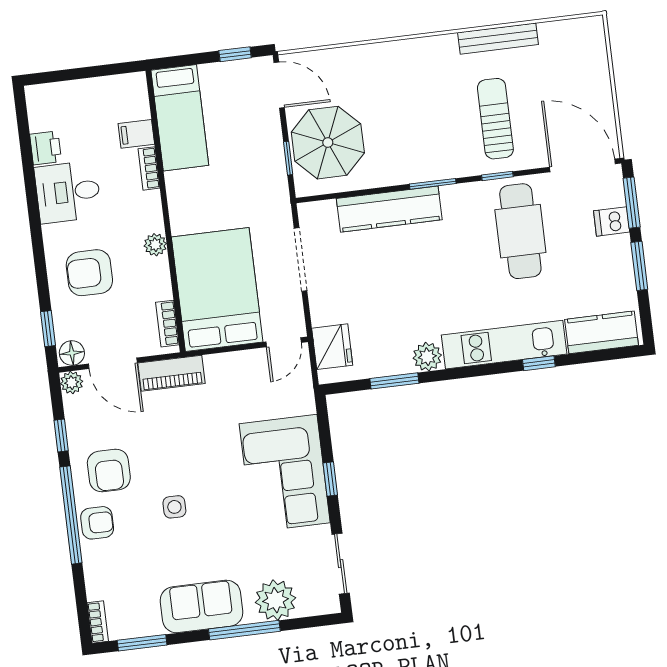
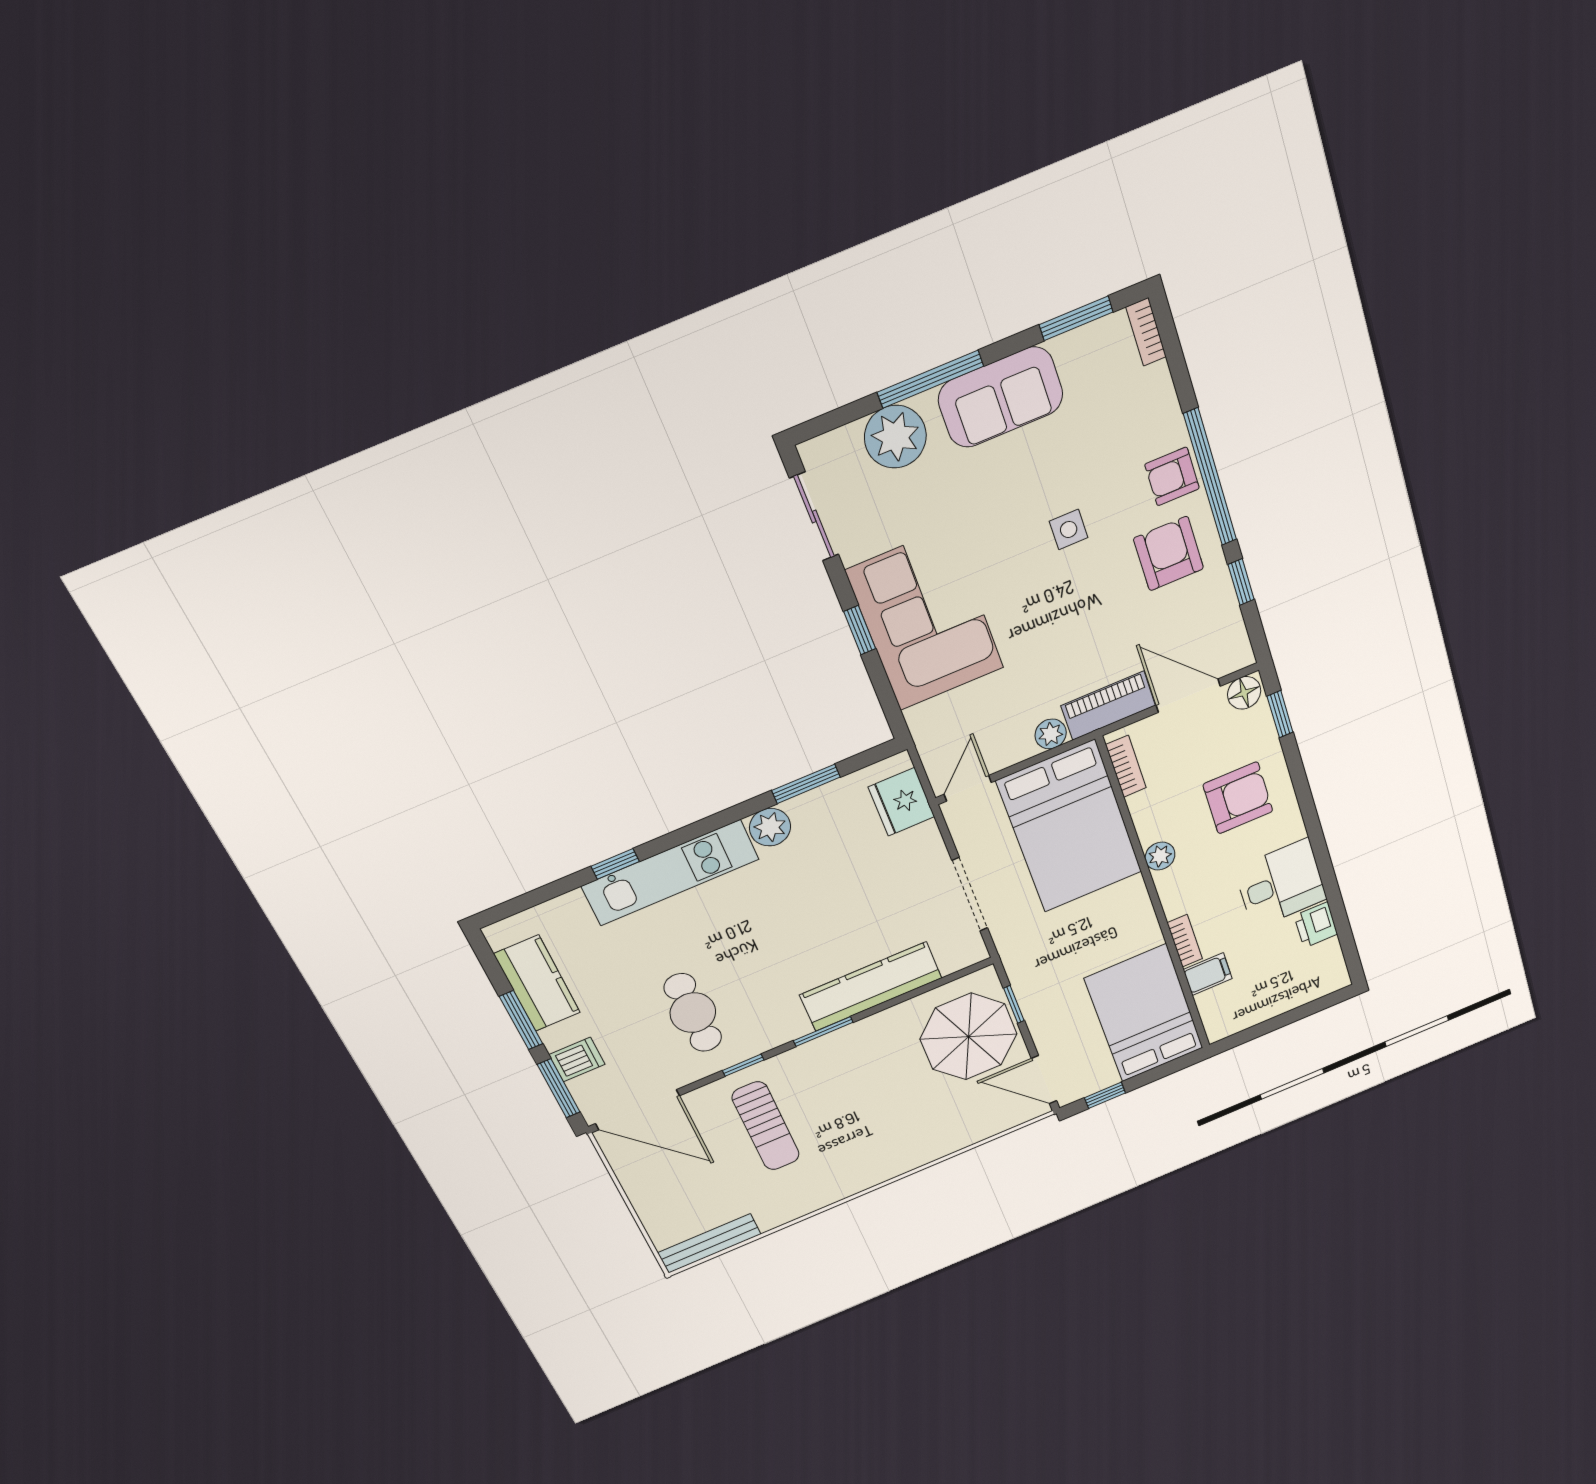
bench: (498, 39) -> (709, 1243), moved
bed: (180, 118) -> (1144, 1013), width x1.50
cafe table: (520, 231) -> (693, 1013), width x0.73, depth x0.74
kitchen counter: (602, 332) -> (537, 983), moved, turned -90
plant: (72, 383) -> (1051, 734), moved

